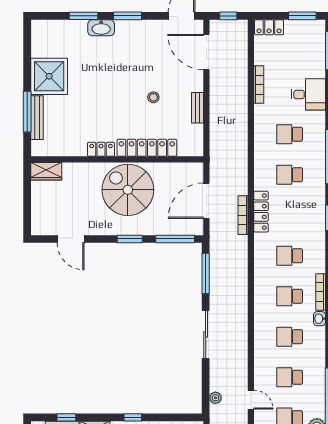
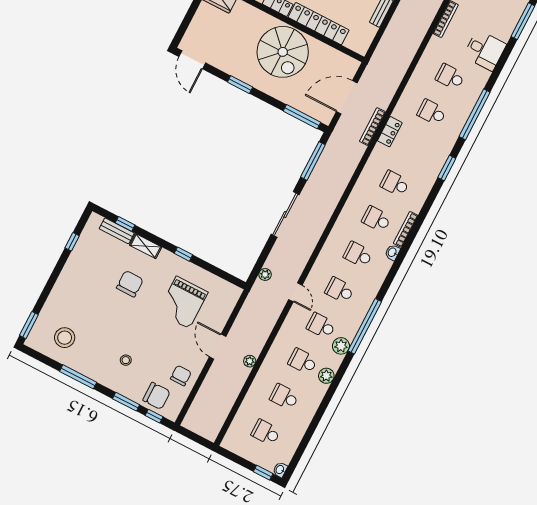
spiral stairs: (128, 190) -> (283, 52), turned 180
locker: (261, 212) -> (390, 132), width x0.66
door: (71, 239) -> (192, 60), moved
window: (130, 239) -> (240, 85), moved

